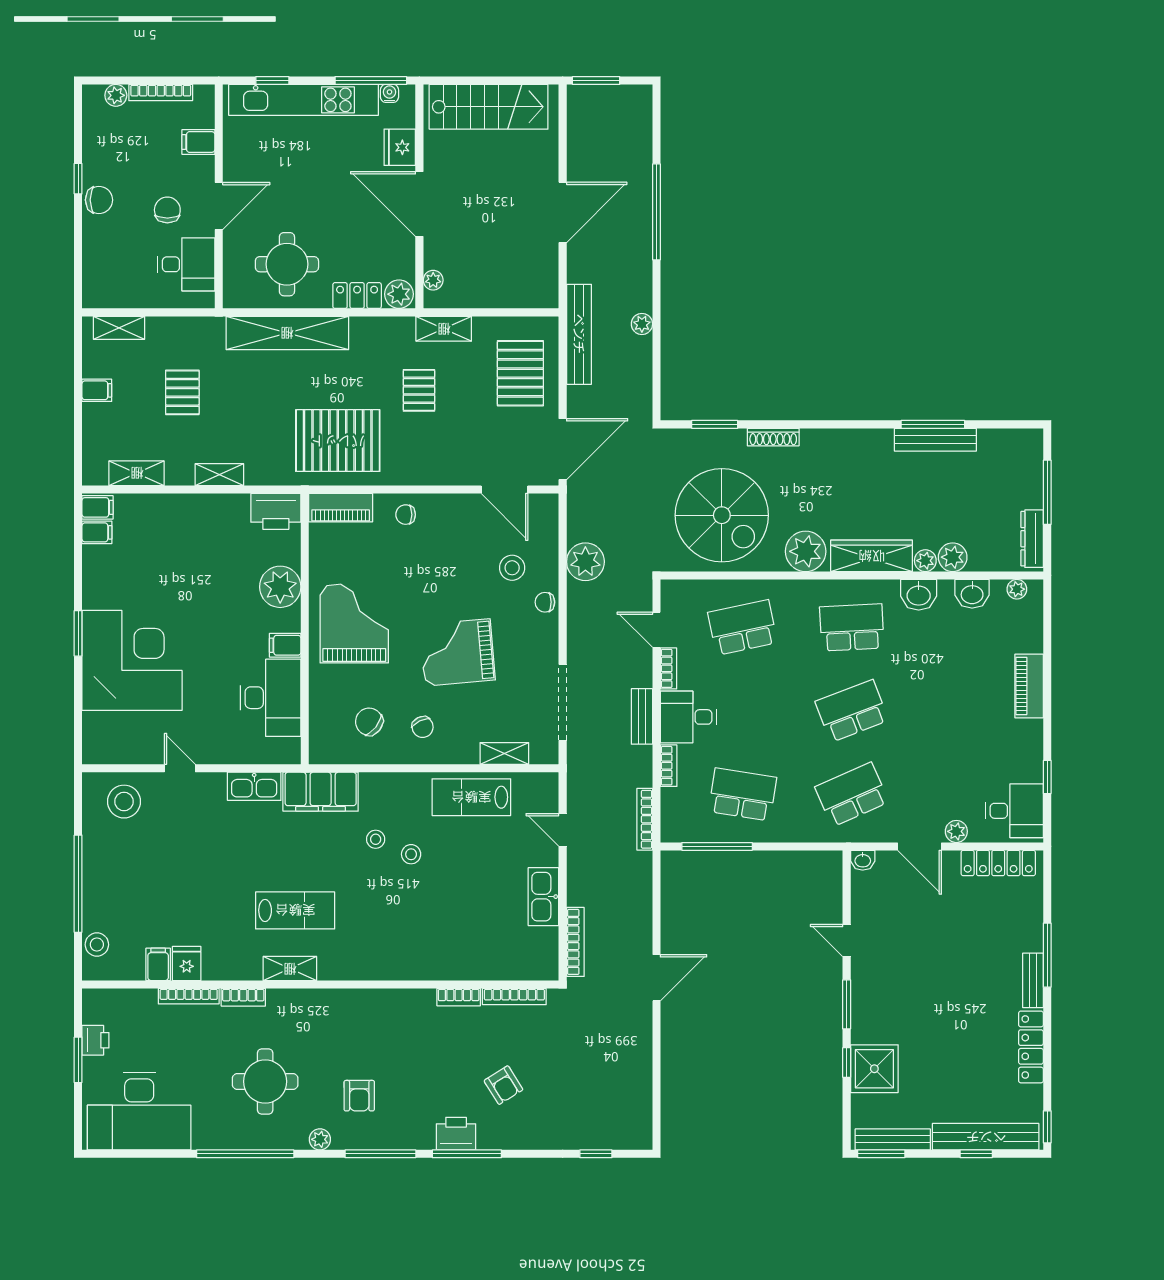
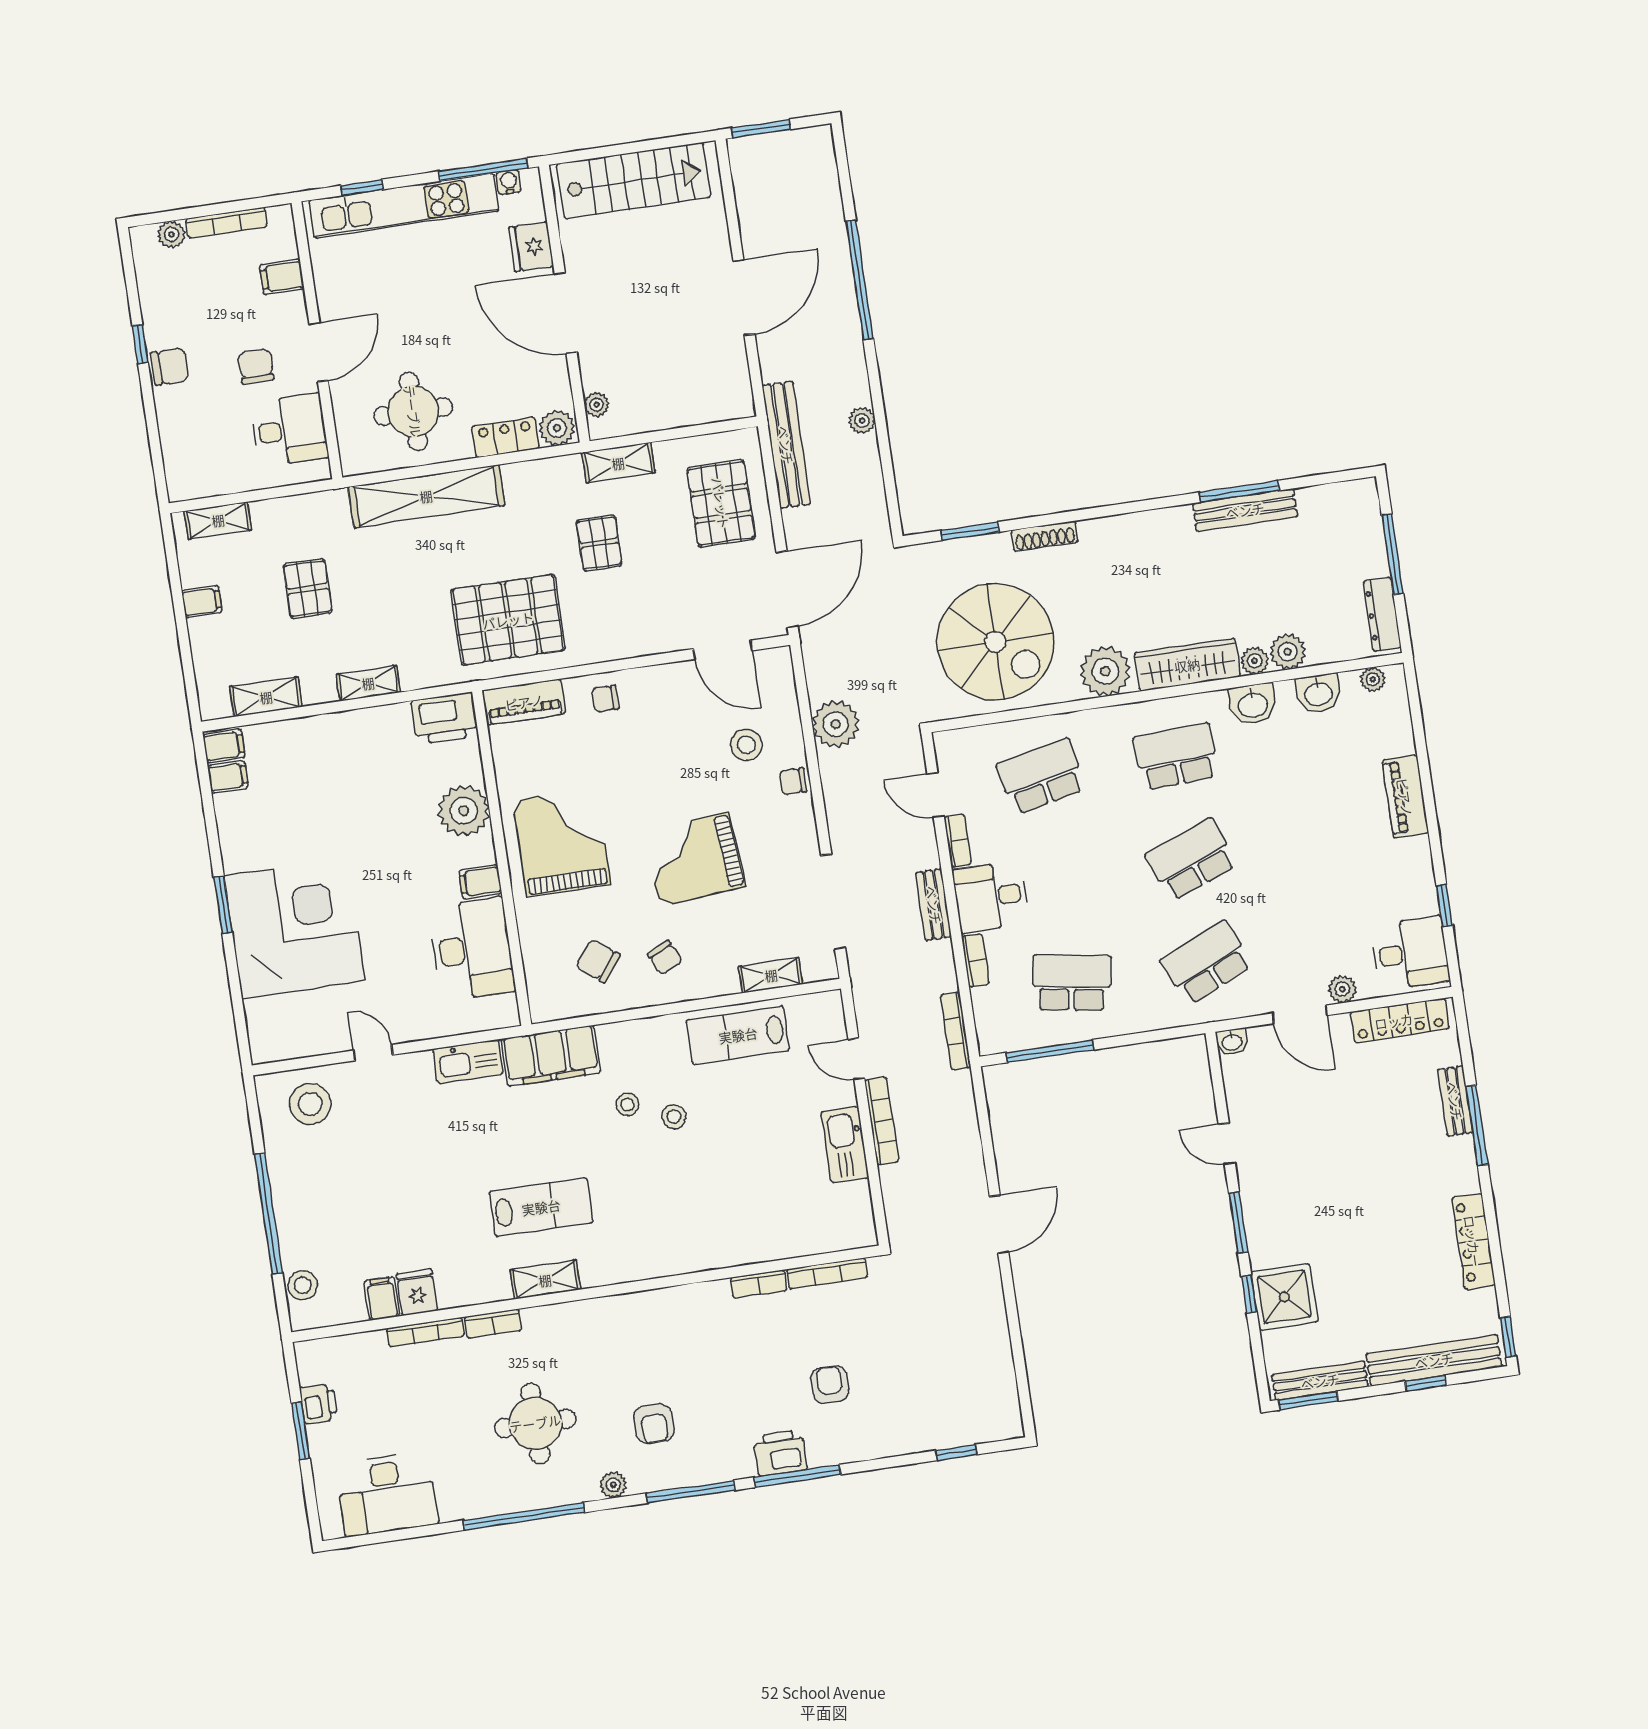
bookcase: (575, 942) -> (882, 1121), moved
bench: (1033, 980) -> (1455, 1101), moved
armchair: (503, 1085) -> (830, 1385), turned -148
desk: (139, 1111) -> (387, 1494), width x0.73, depth x0.77

